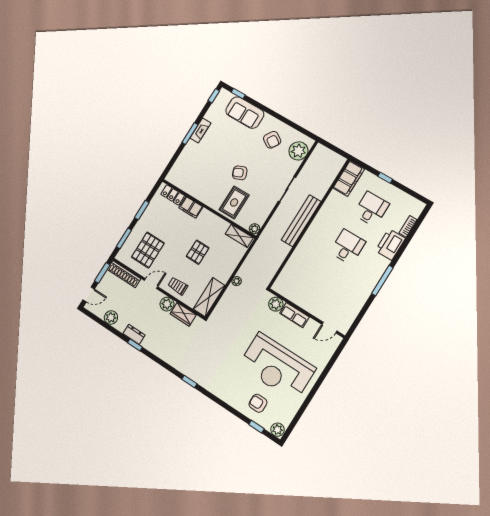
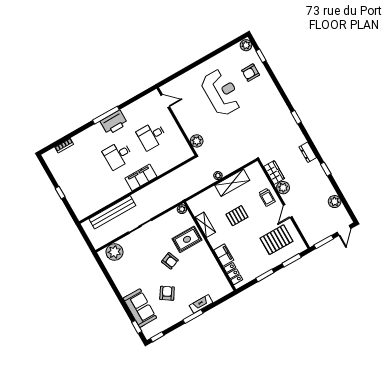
fireplace: (200, 130) -> (201, 304), moved
armchair: (272, 140) -> (167, 293), moved
filing cabinet: (349, 178) -> (141, 178), moved
desk: (371, 209) -> (152, 136), moved
bench: (301, 221) -> (112, 212), moved
shelving: (239, 236) -> (205, 225), moved
printer: (390, 245) -> (114, 123), moved
shoe rack: (124, 274) -> (306, 231), removed
door: (151, 283) -> (288, 211), hinge flipped
door: (89, 294) -> (344, 230), swing flipped
shelving: (209, 297) -> (232, 183), moved
row of seats: (294, 315) -> (187, 125), removed
dresser: (134, 334) -> (308, 152), moved
reception desk: (277, 367) -> (221, 92), width x0.74, depth x0.77
armchair: (258, 403) -> (251, 73), turned 90

